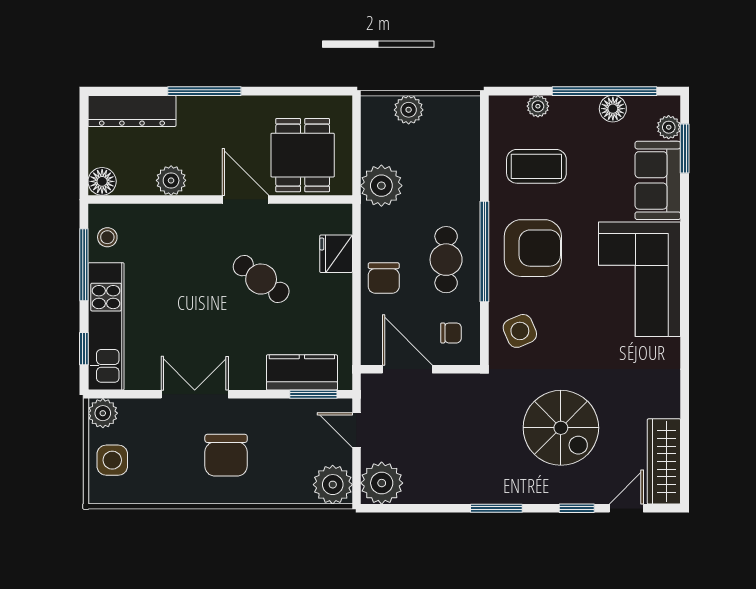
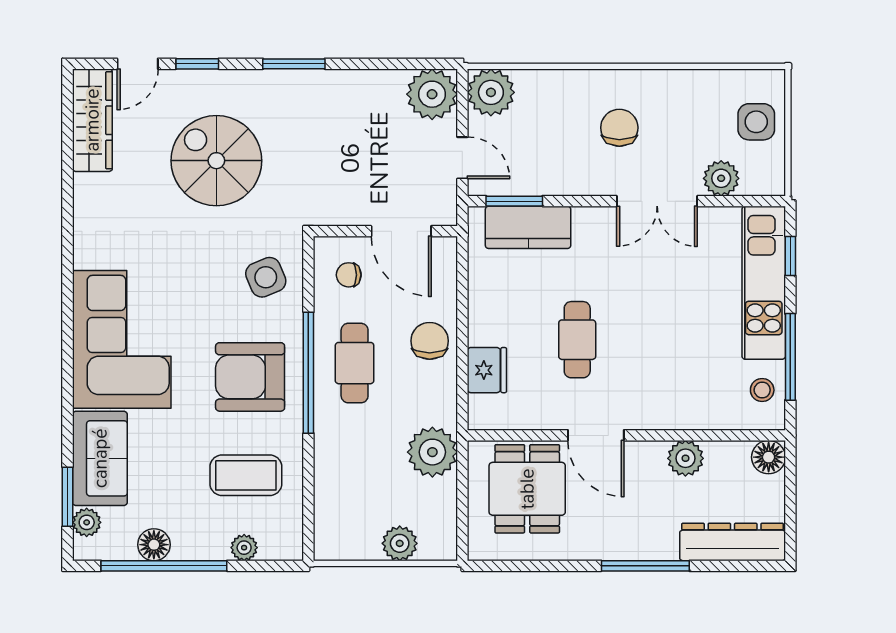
cafe table: (261, 279) -> (577, 340), turned 53
plant: (103, 413) -> (721, 178), moved
chair: (226, 455) -> (619, 128), width x0.73, depth x0.73

